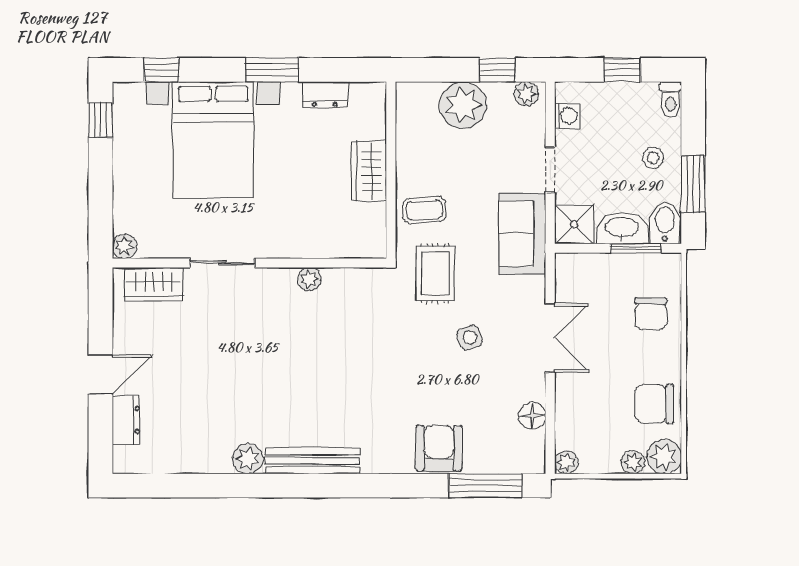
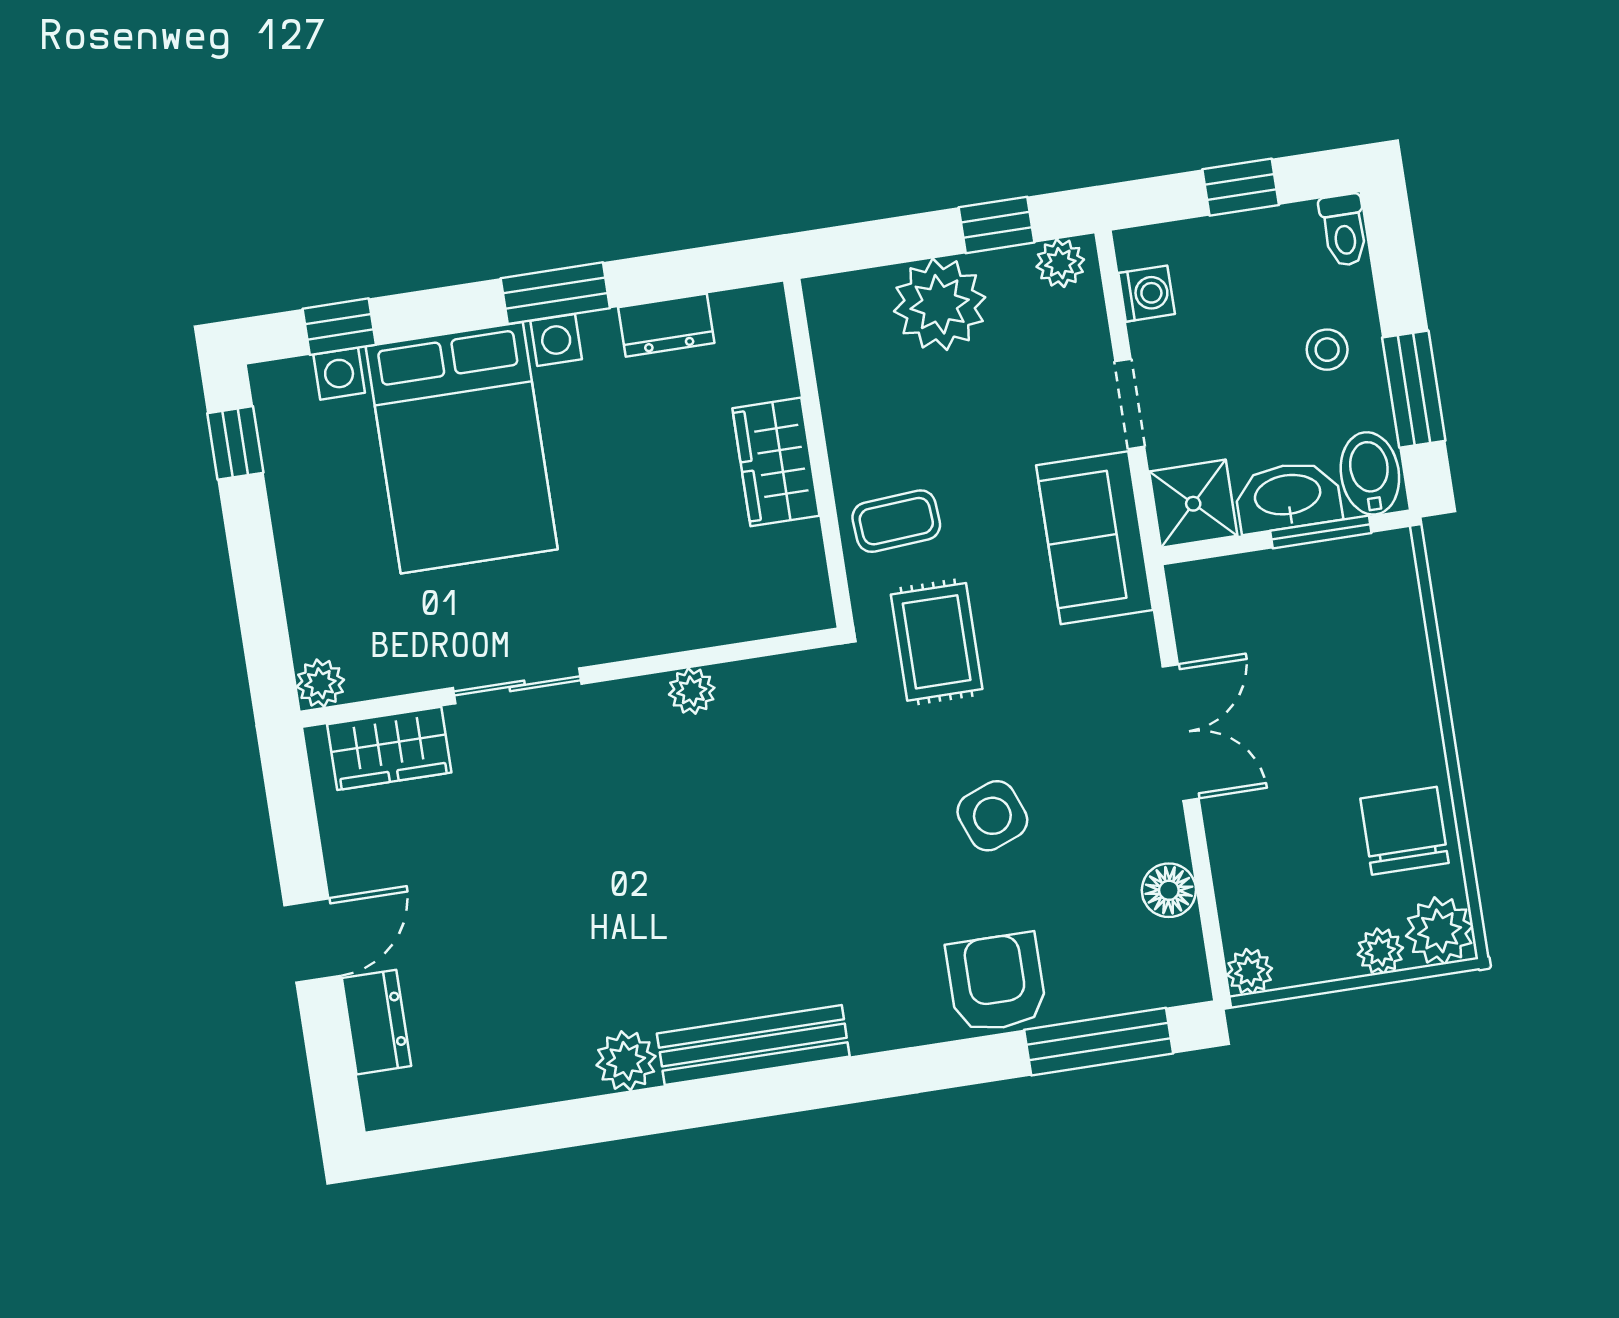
chair: (651, 314) -> (1370, 655), removed
side table: (470, 338) -> (992, 816), moved, width x1.37, depth x1.37
chair: (654, 404) -> (1404, 831), turned 90

